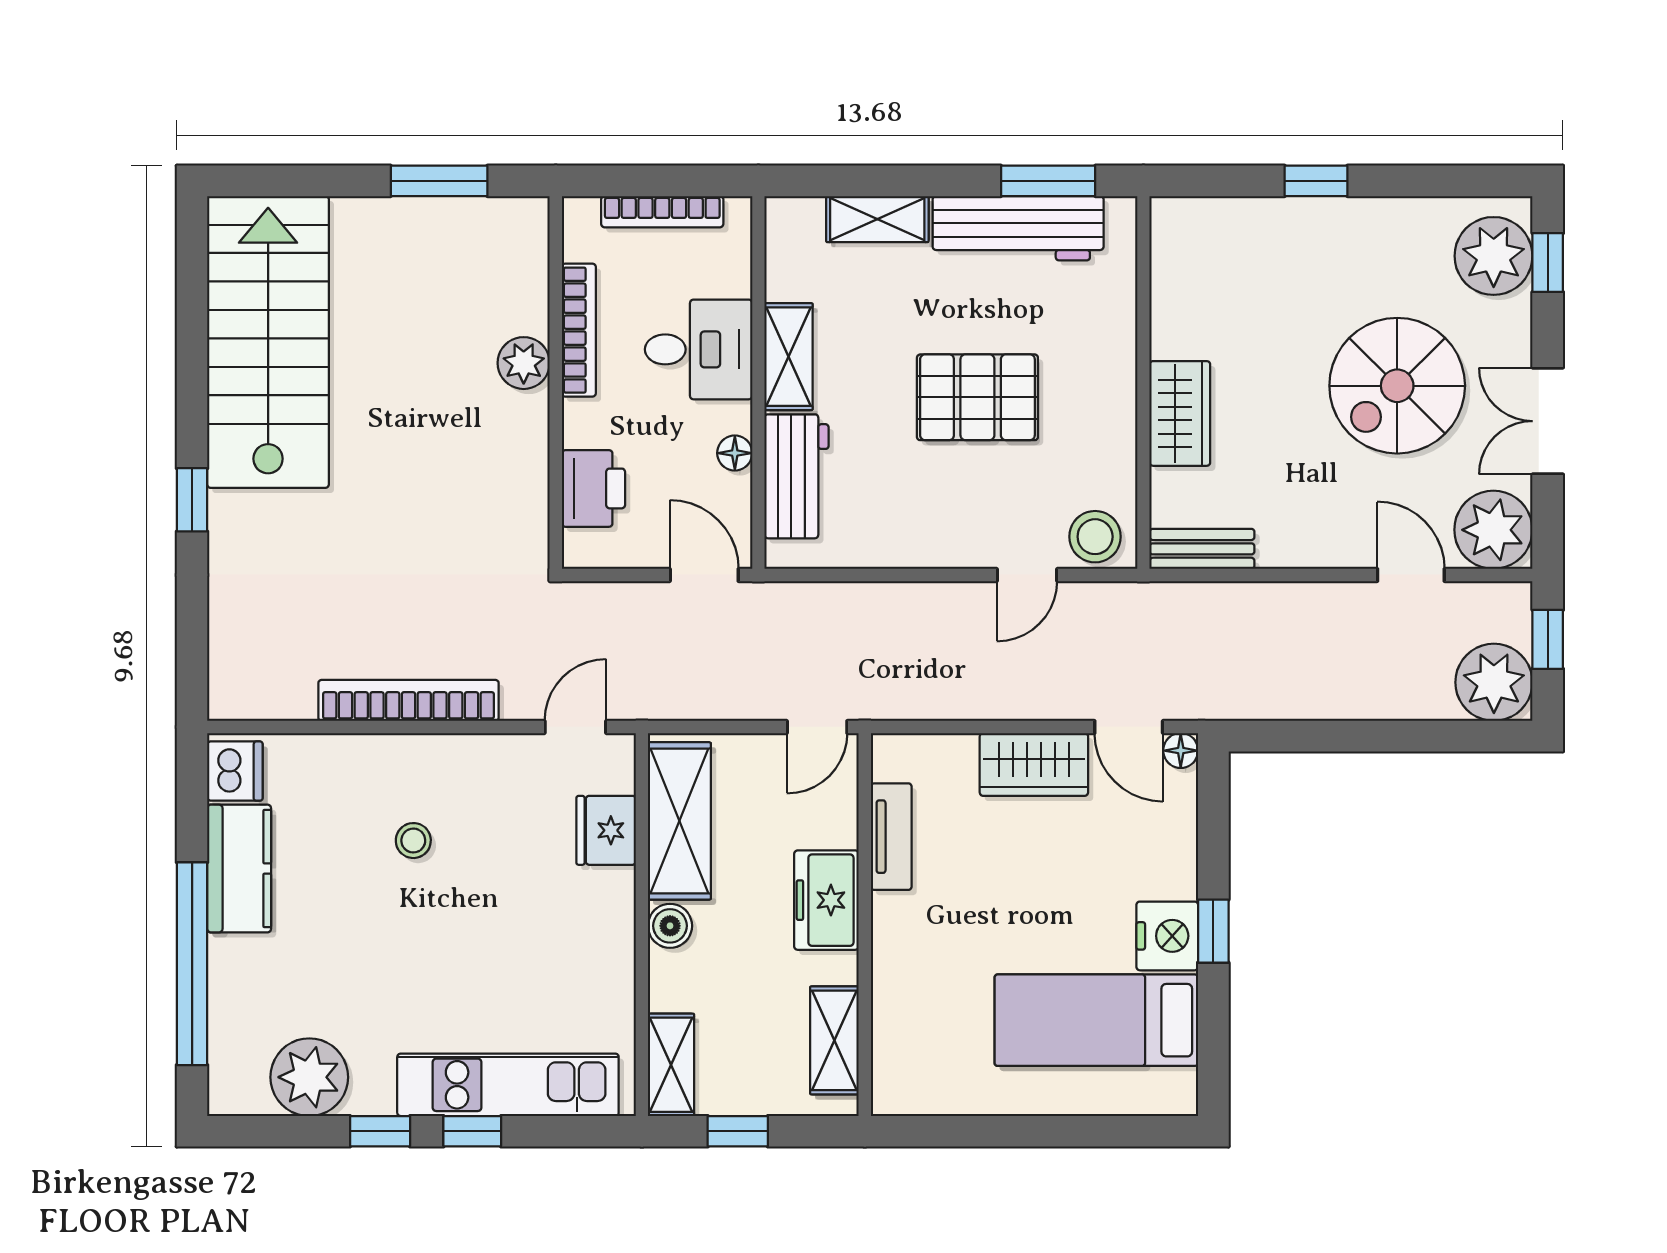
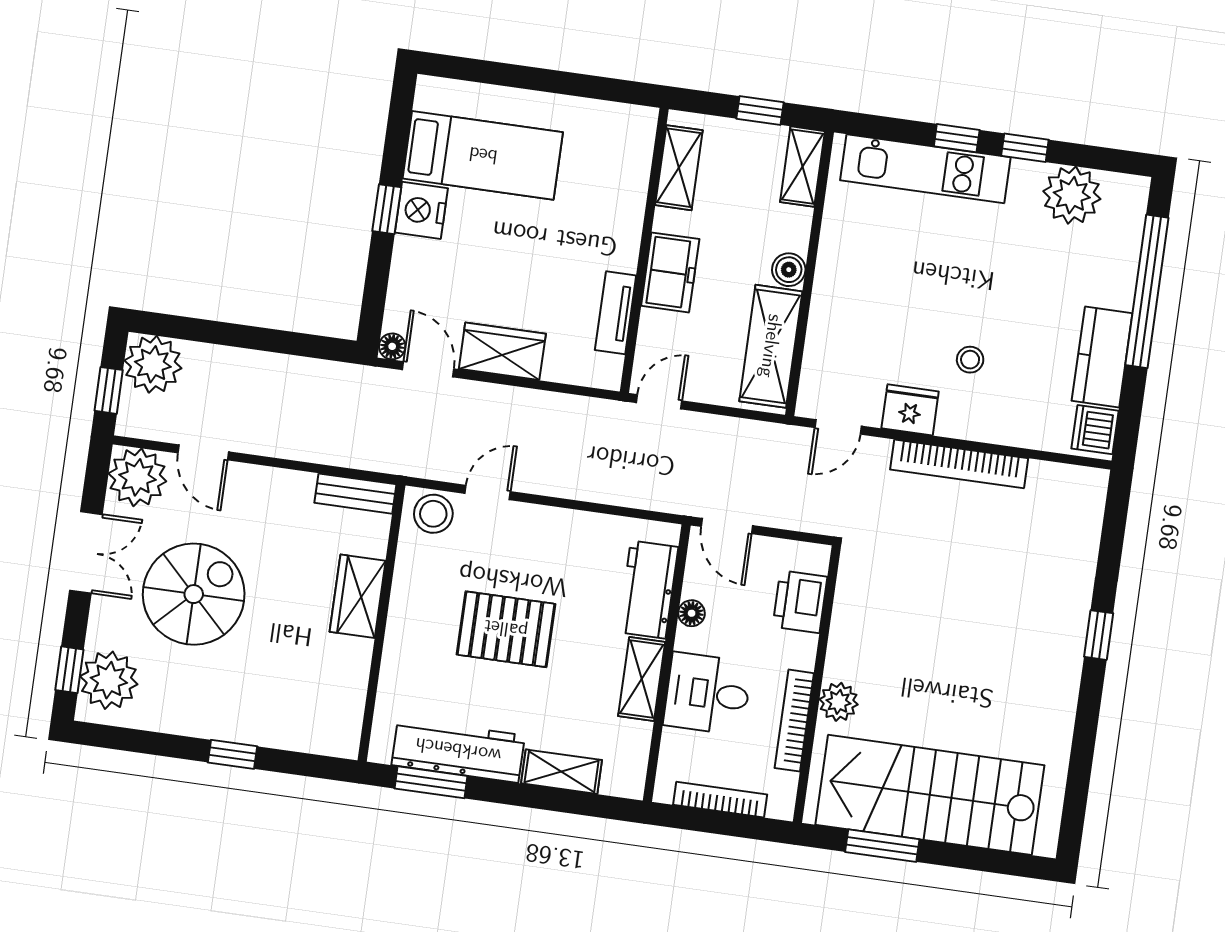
stairs: (268, 342) -> (930, 795), moved, turned 90
fridge: (606, 830) -> (910, 410), moved, turned -90

